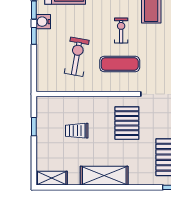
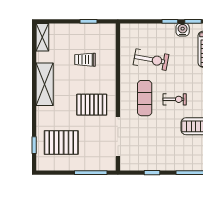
trolley: (77, 131) -> (85, 60), turned -90

